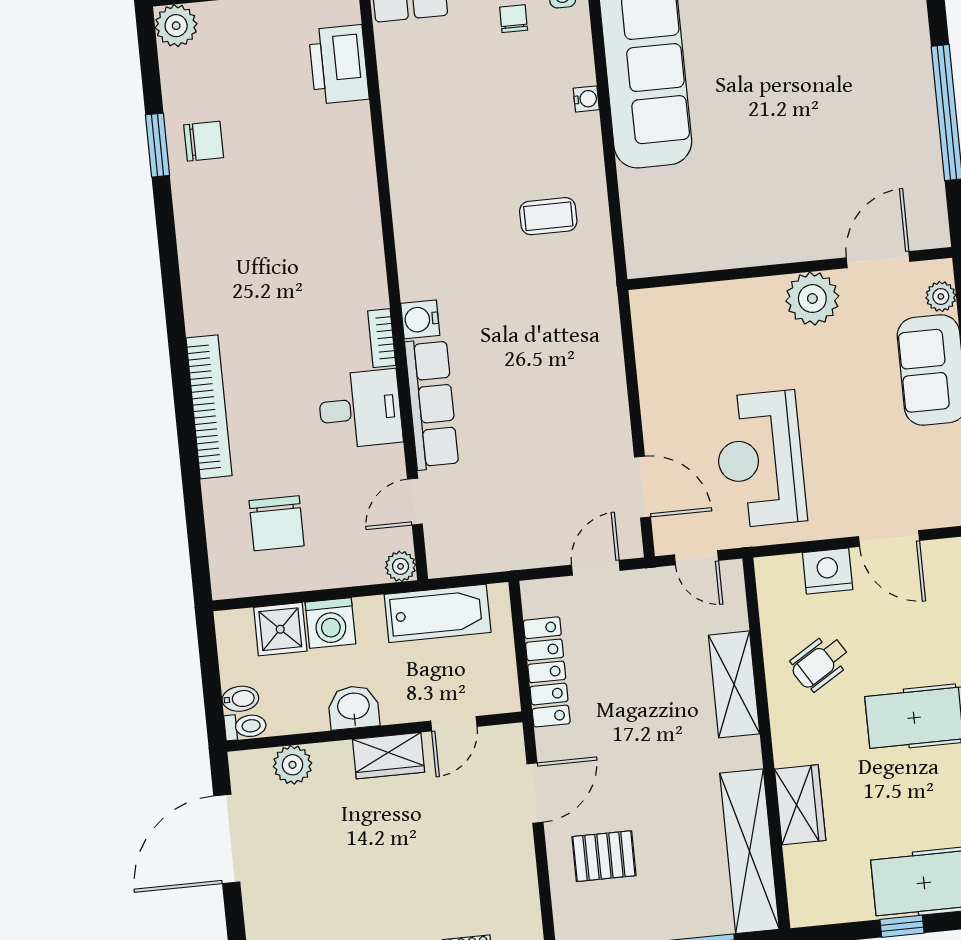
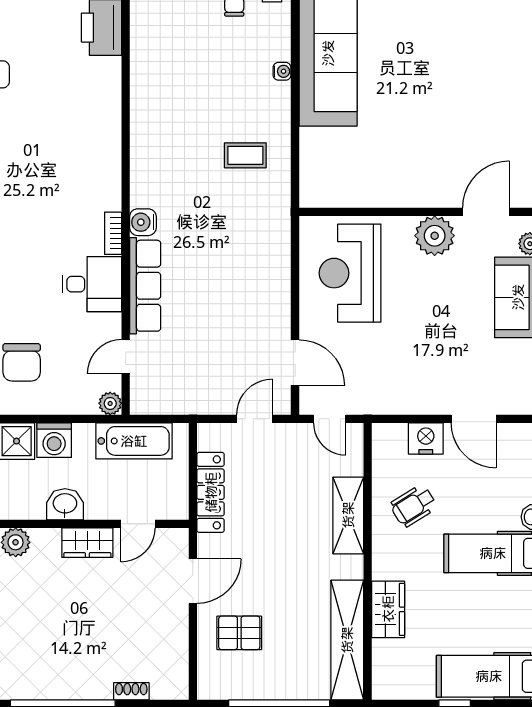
reception desk: (760, 459) -> (350, 273), moved

